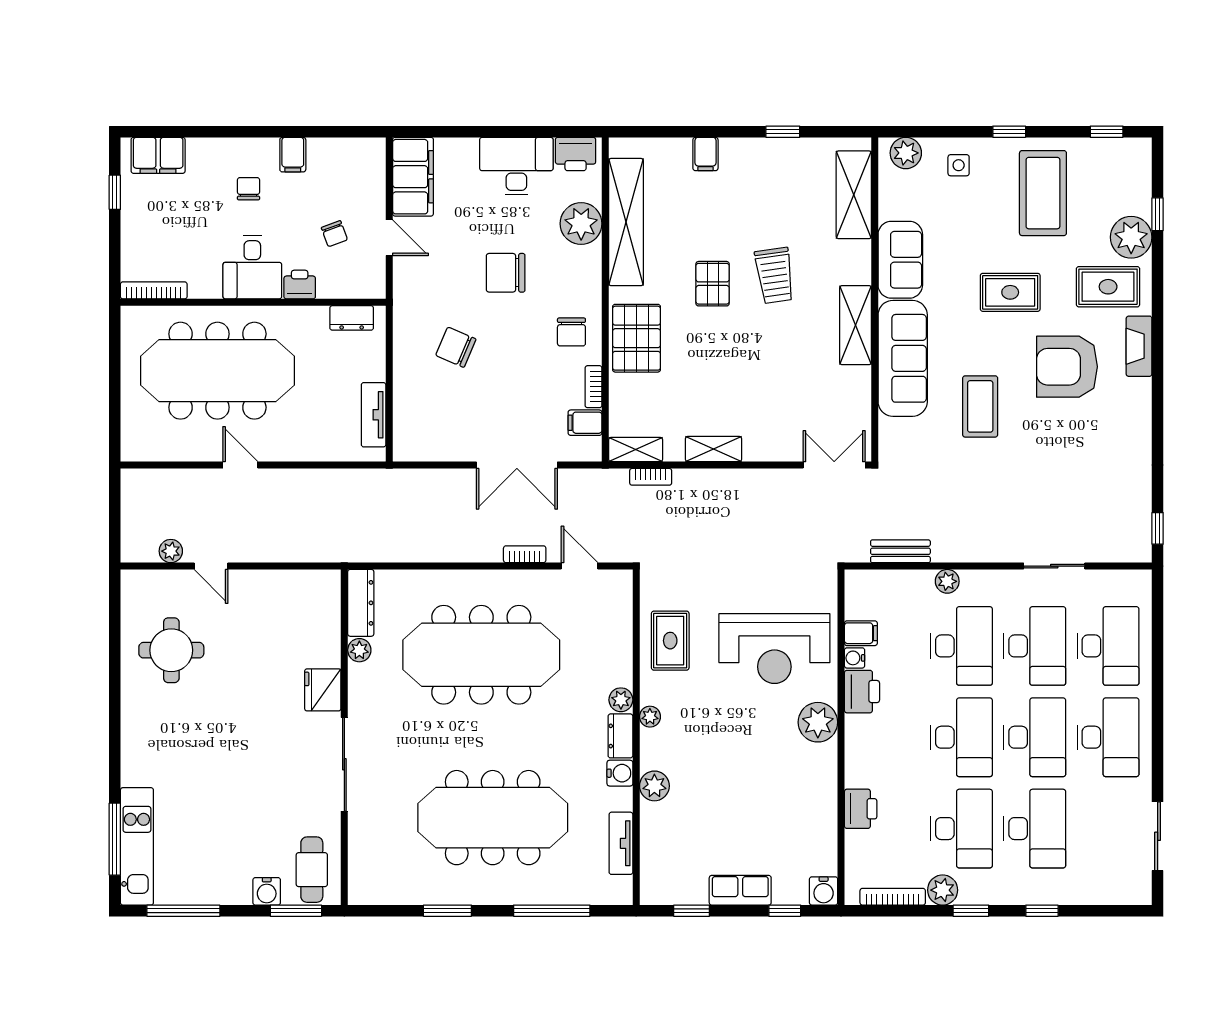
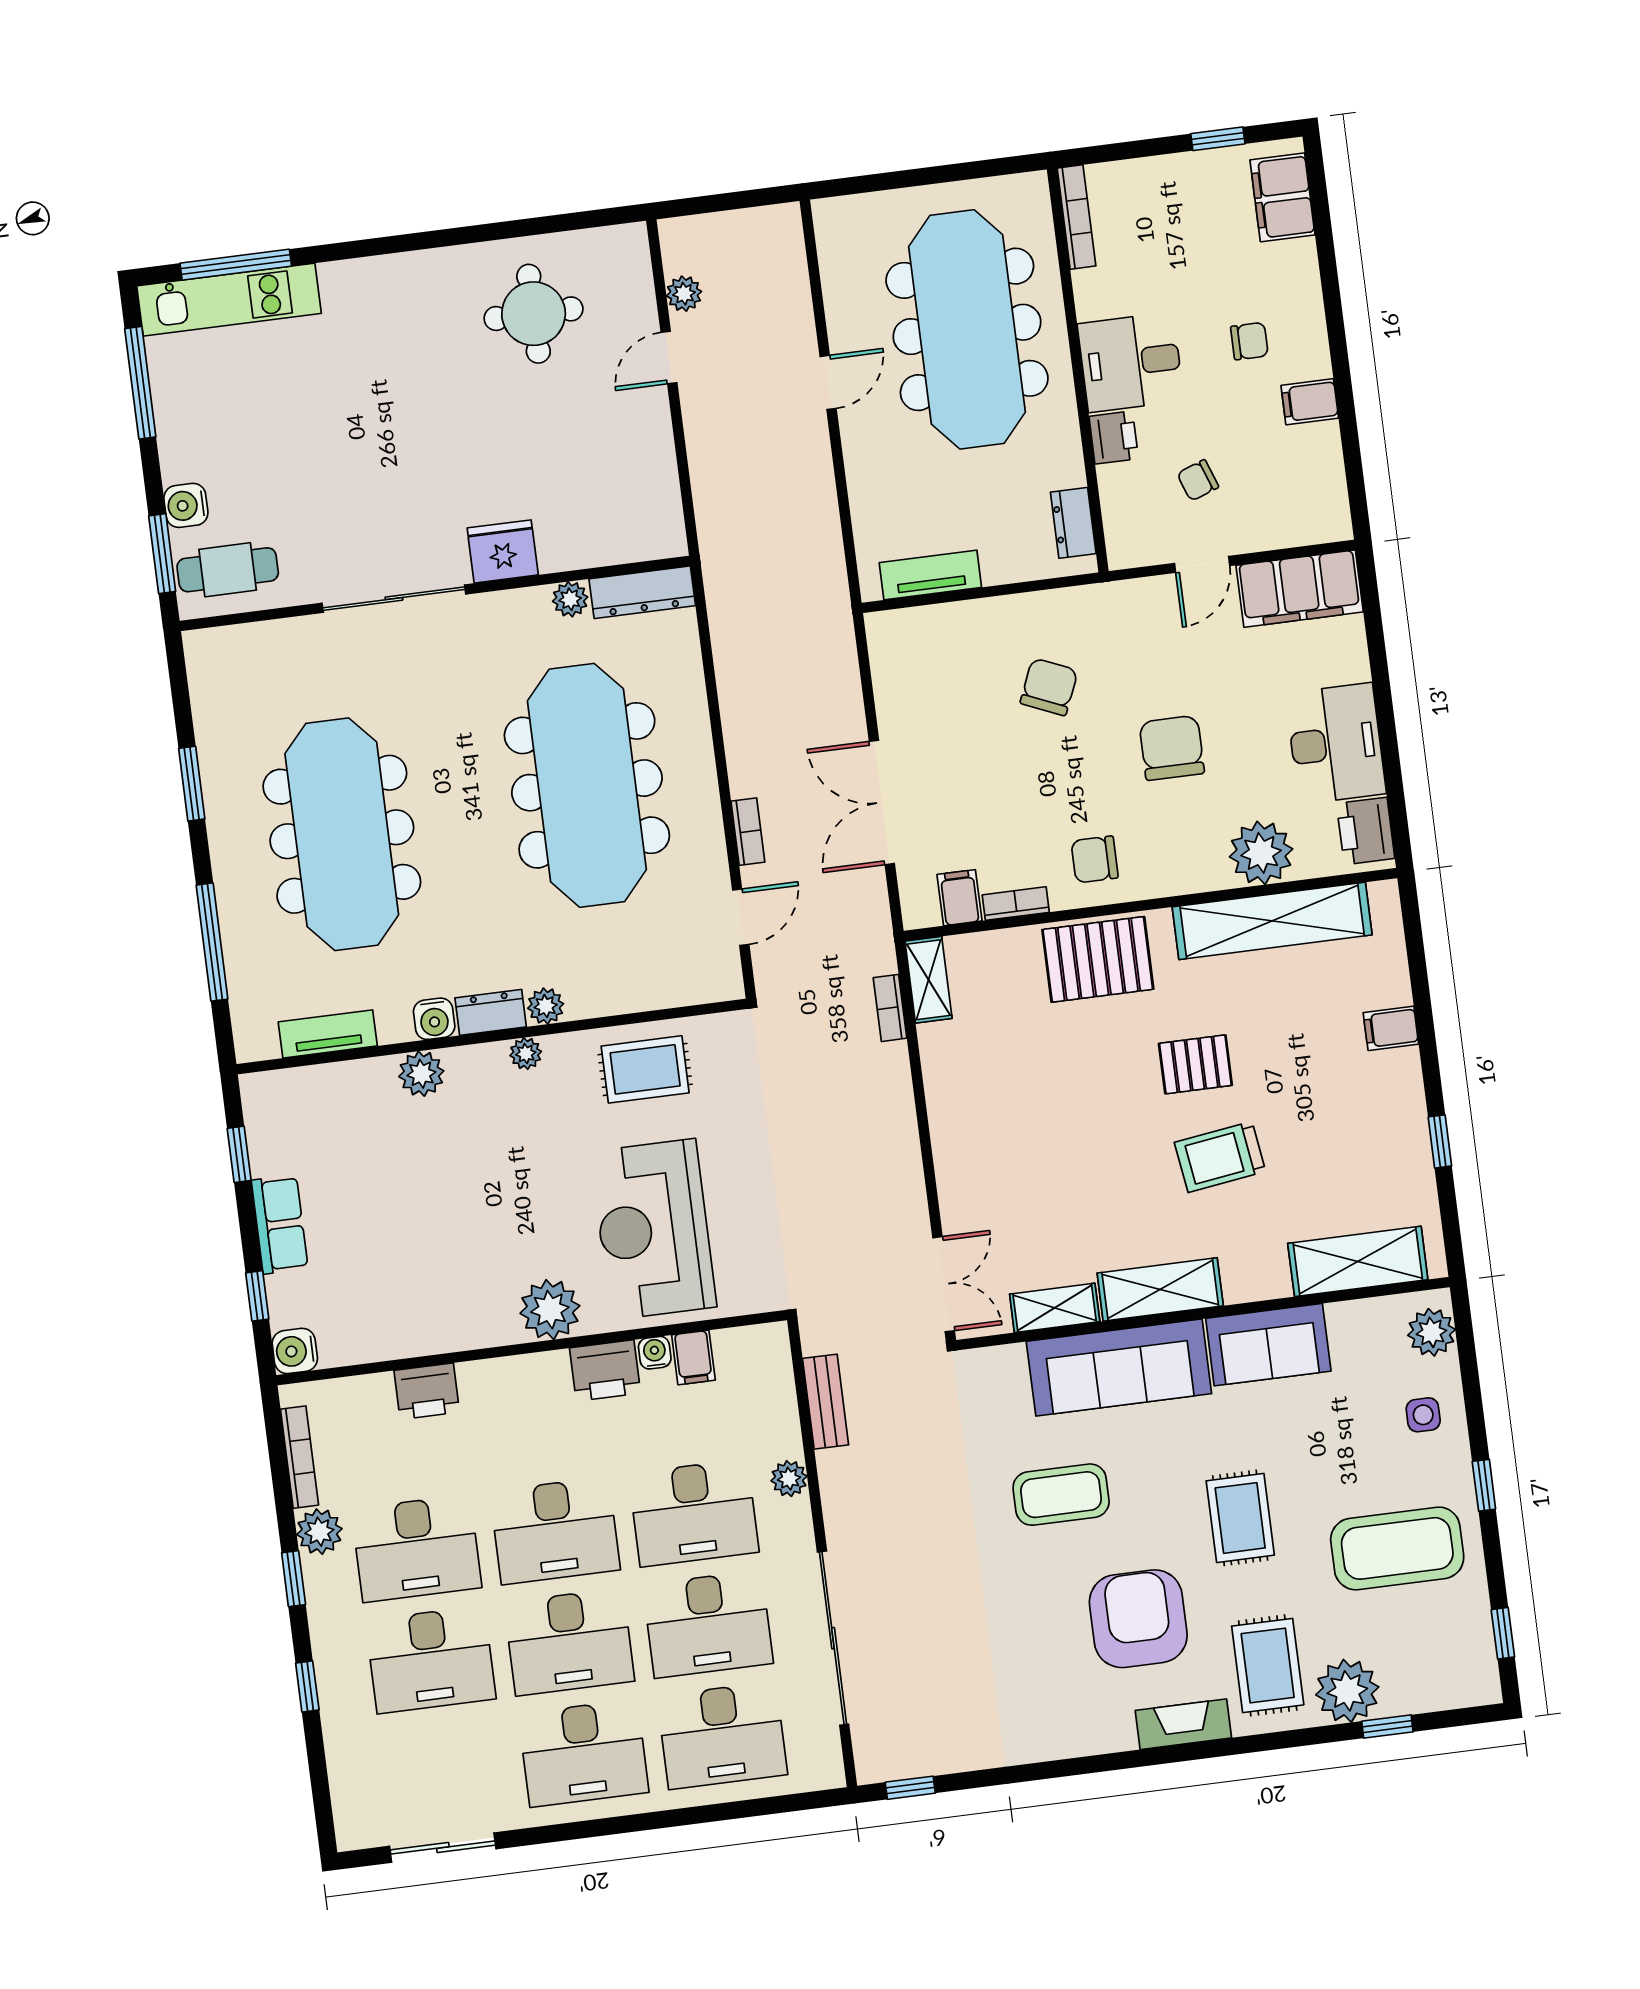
shelving: (714, 449) -> (1055, 1308), moved, turned 90
sliding door: (1054, 566) -> (833, 1638), width x1.86

